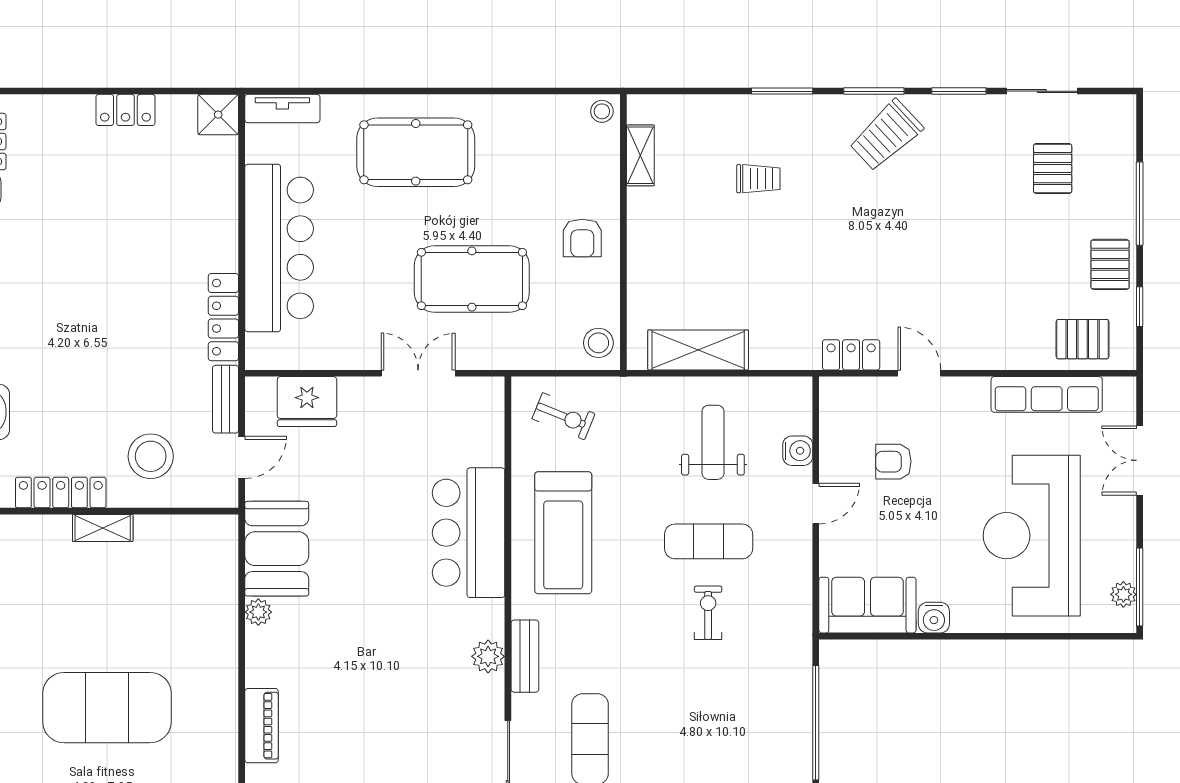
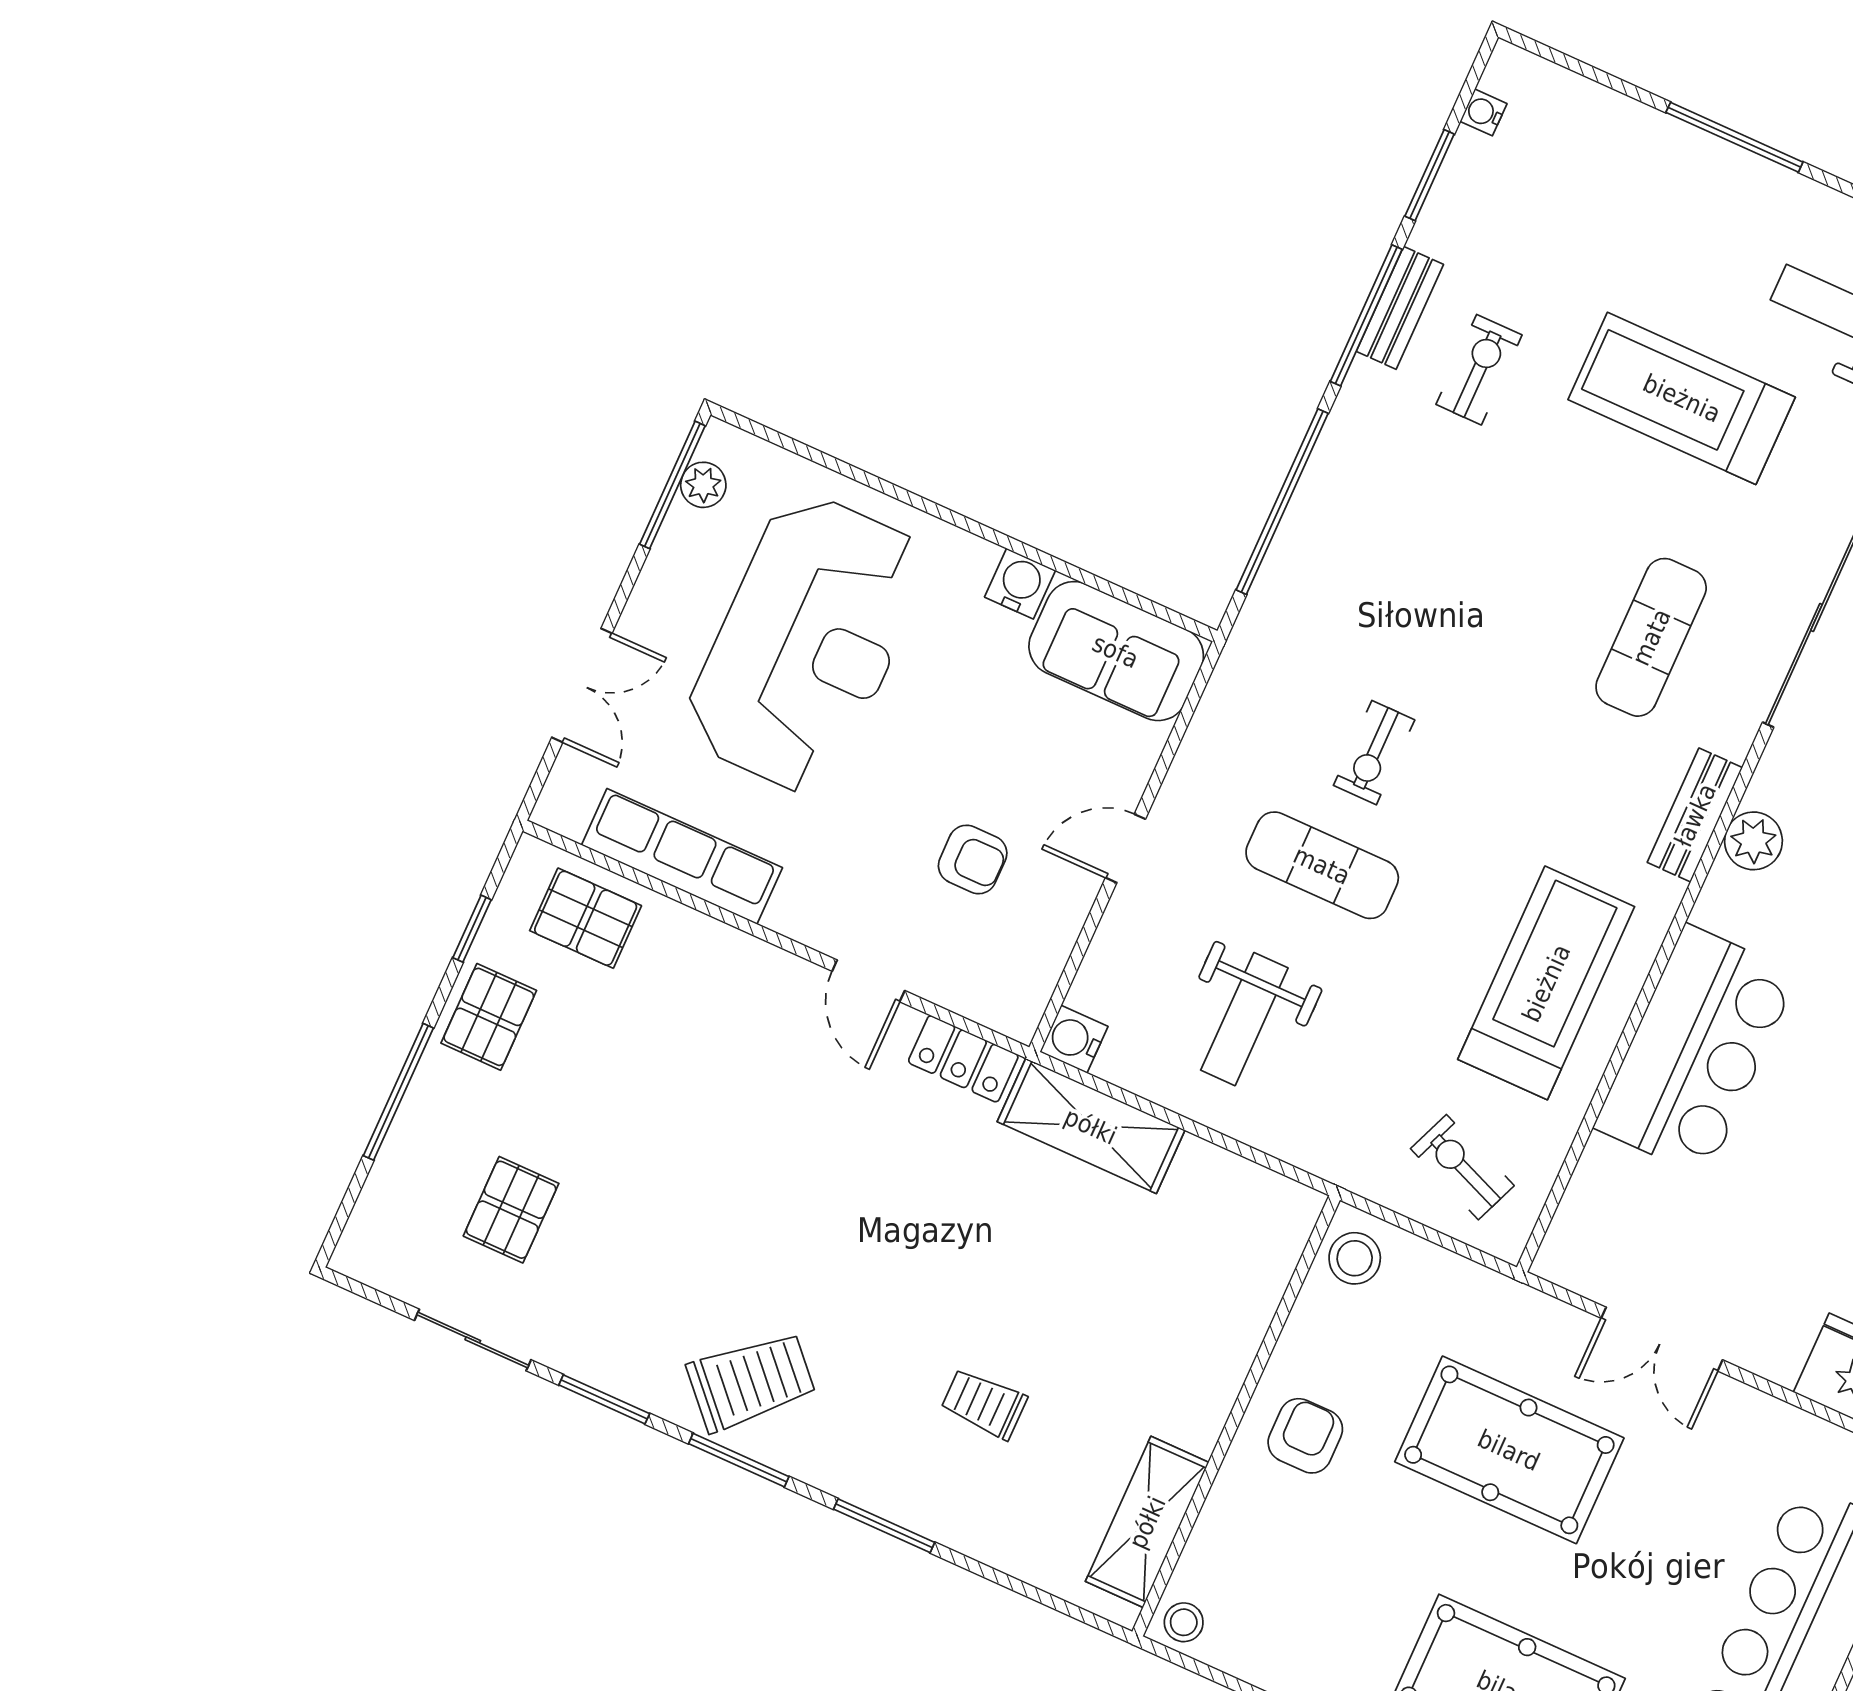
shelving: (640, 155) -> (1147, 1522), width x1.50, depth x1.33
shelving: (698, 350) -> (1091, 1126), moved
water cooler: (798, 451) -> (1074, 1039), moved

